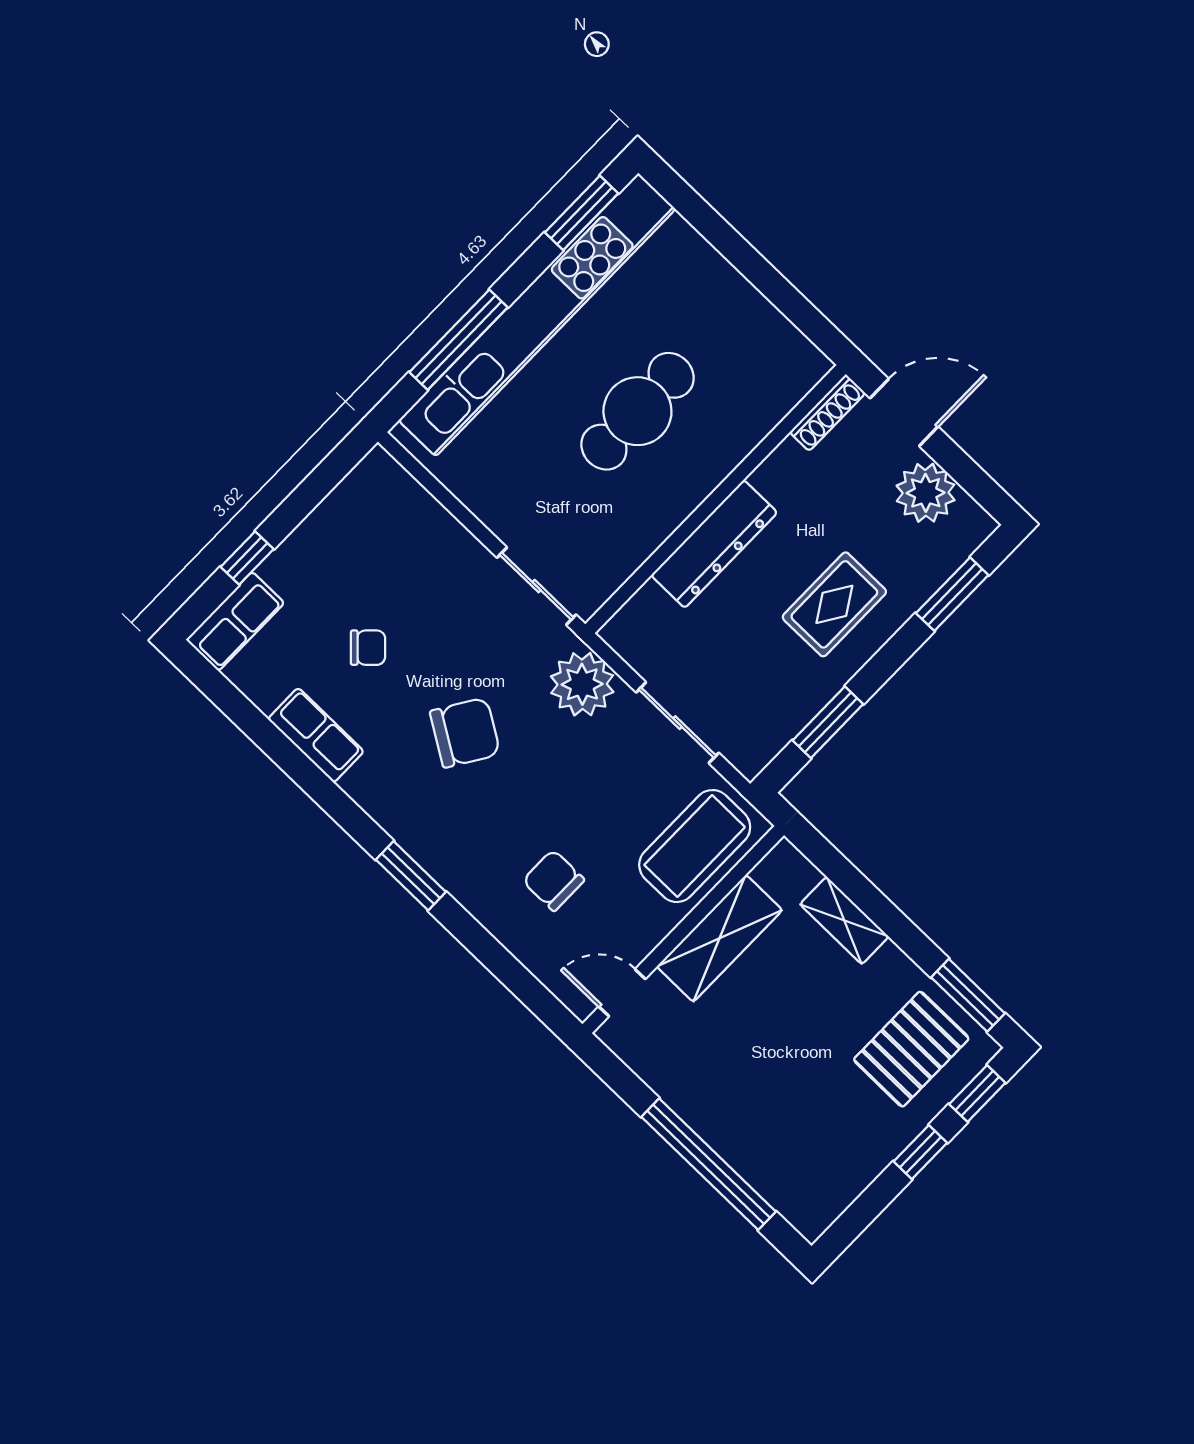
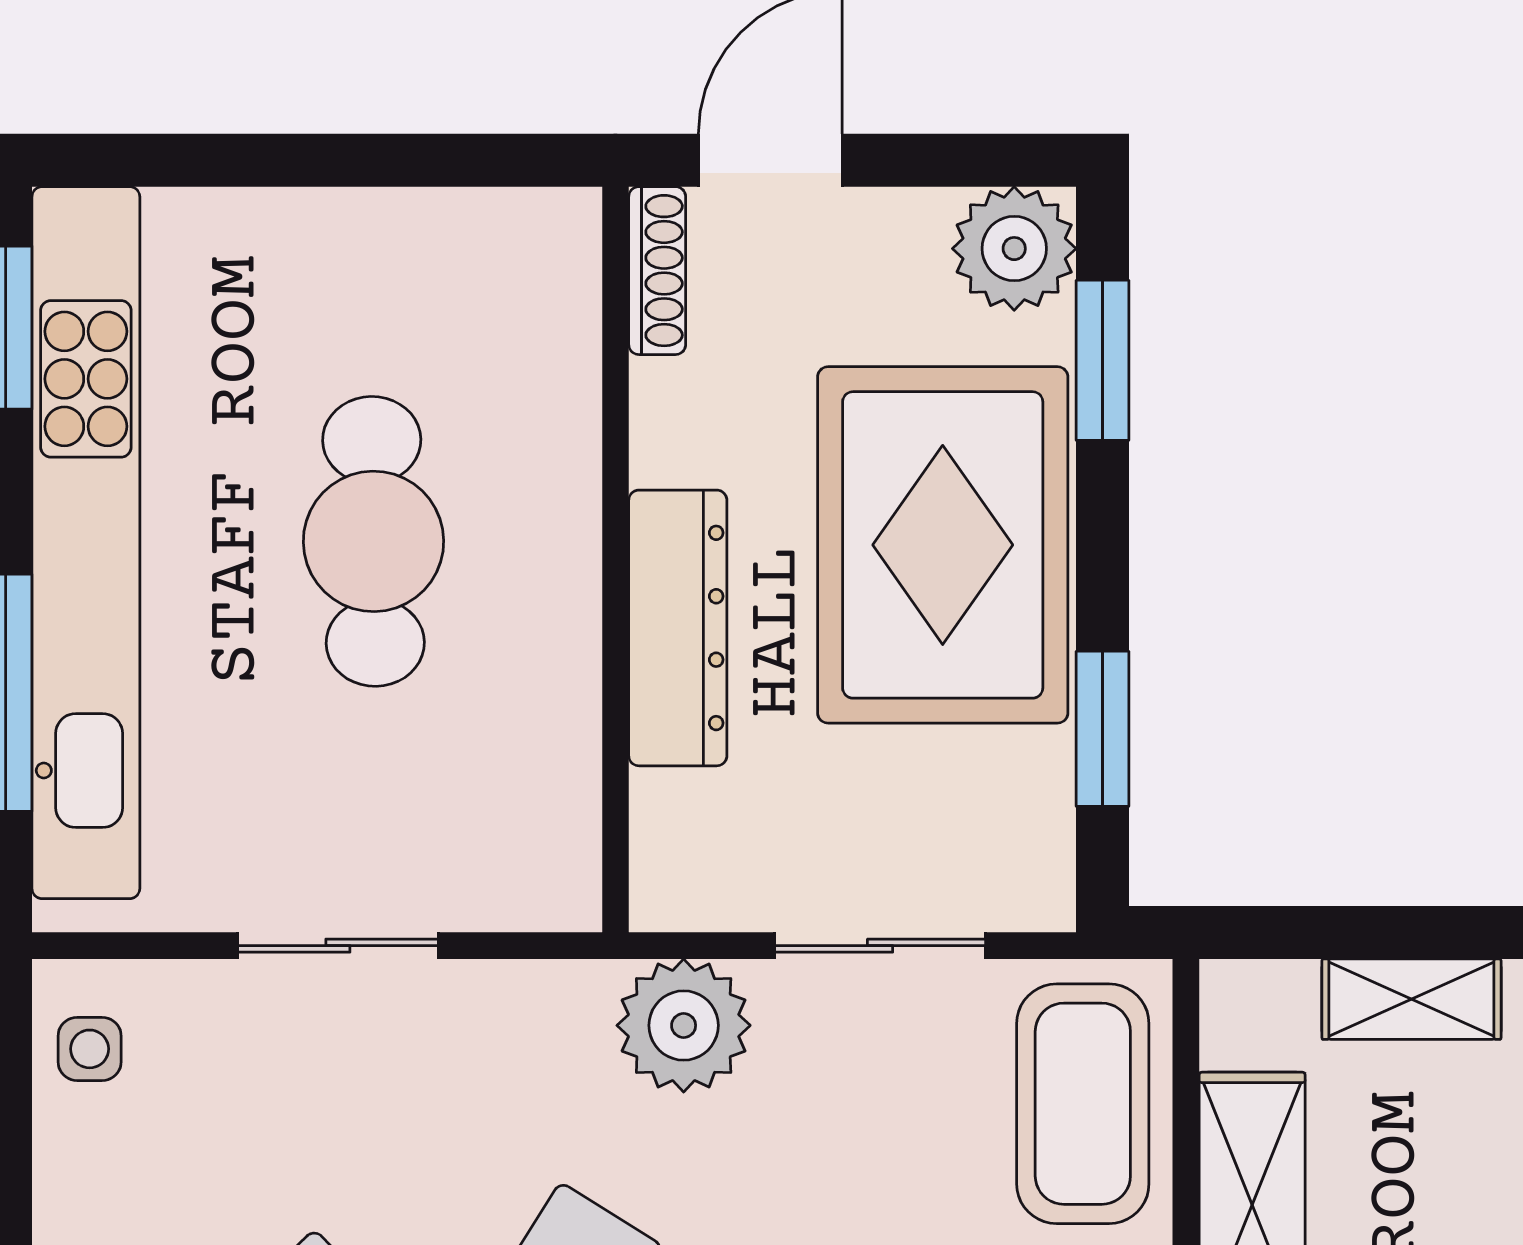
side table: (368, 492) -> (90, 1049), added
plant: (926, 493) -> (1014, 249), moved
sliding door: (537, 586) -> (338, 946), moved
rug: (834, 604) -> (943, 545), width x1.86, depth x2.06

